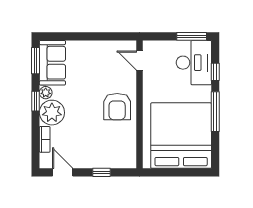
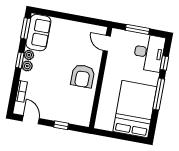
window: (192, 36) -> (137, 29), moved
plant: (52, 113) -> (27, 66), width x0.53, depth x0.53
bed: (181, 136) -> (135, 109), width x0.73

